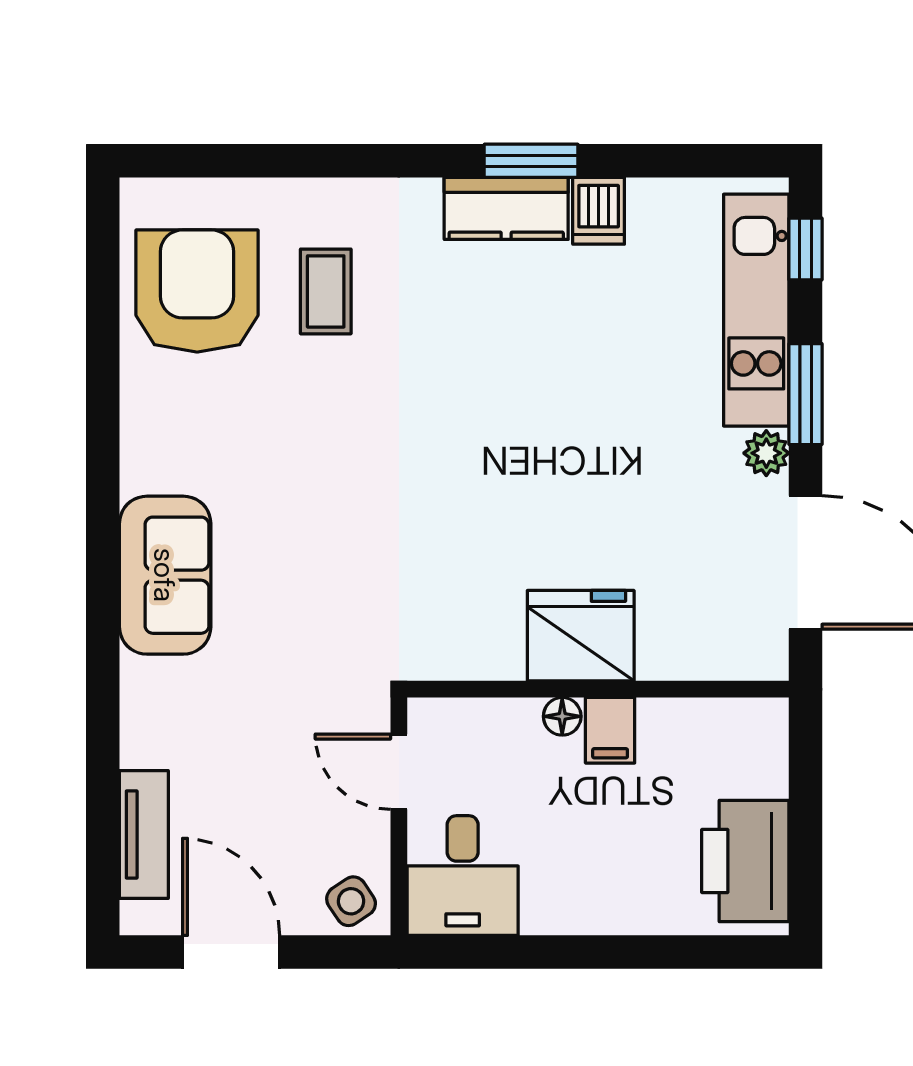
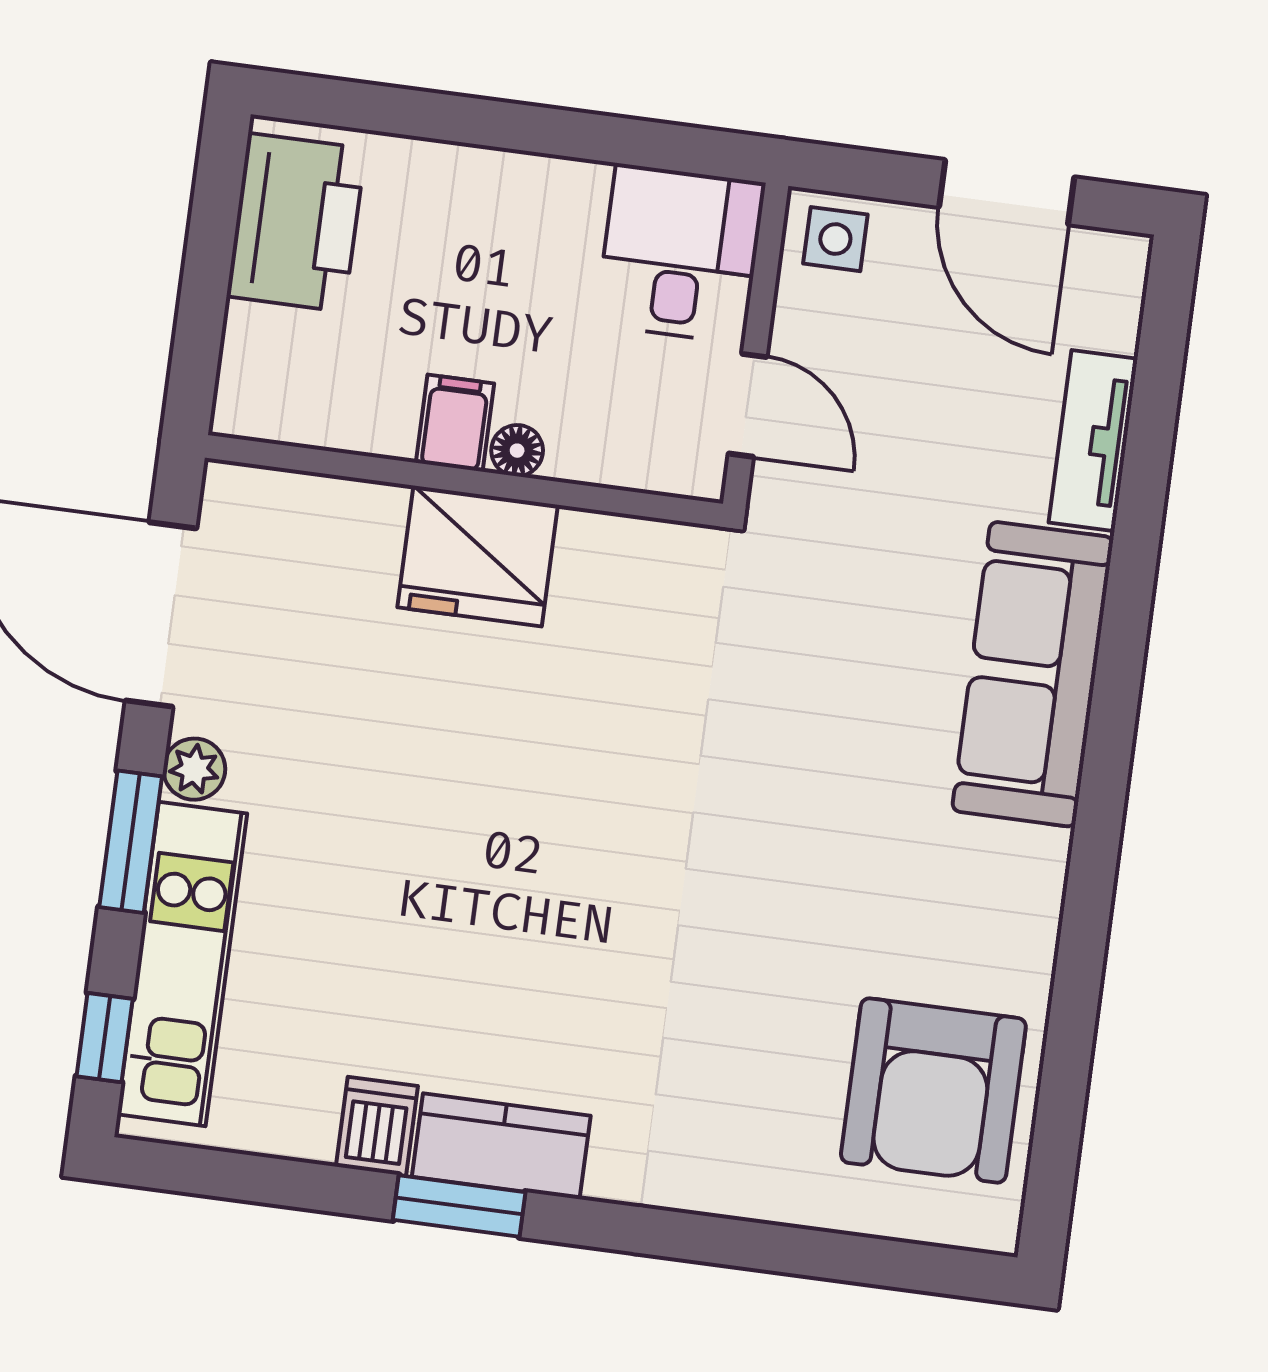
coffee table: (326, 291) -> (760, 1067), removed
sofa: (165, 575) -> (1033, 674), width x1.36
tv unit: (144, 835) -> (1093, 441), moved
side table: (351, 901) -> (835, 239), turned 34

